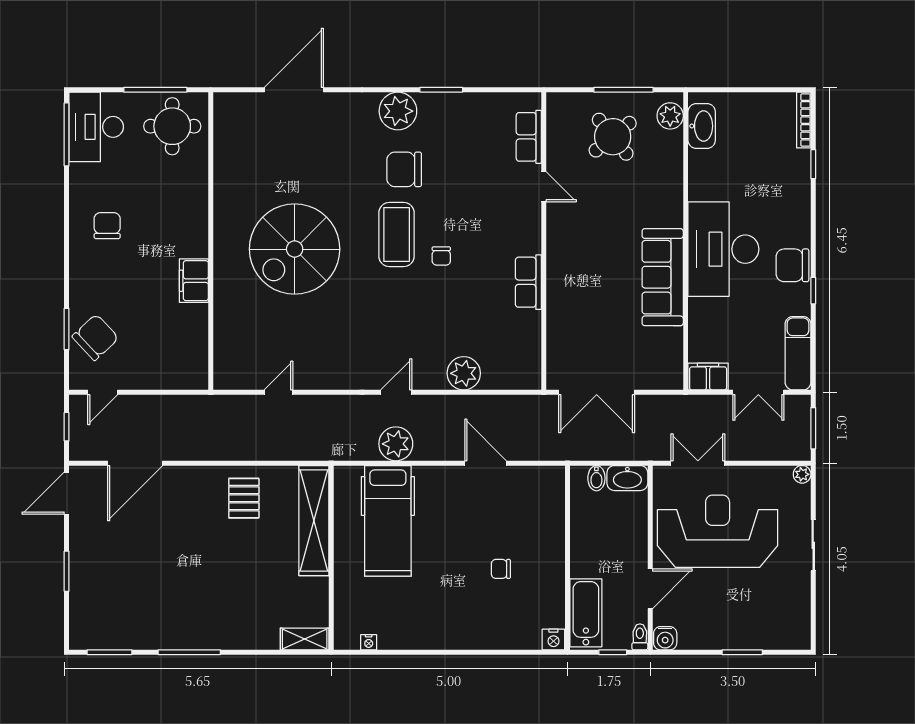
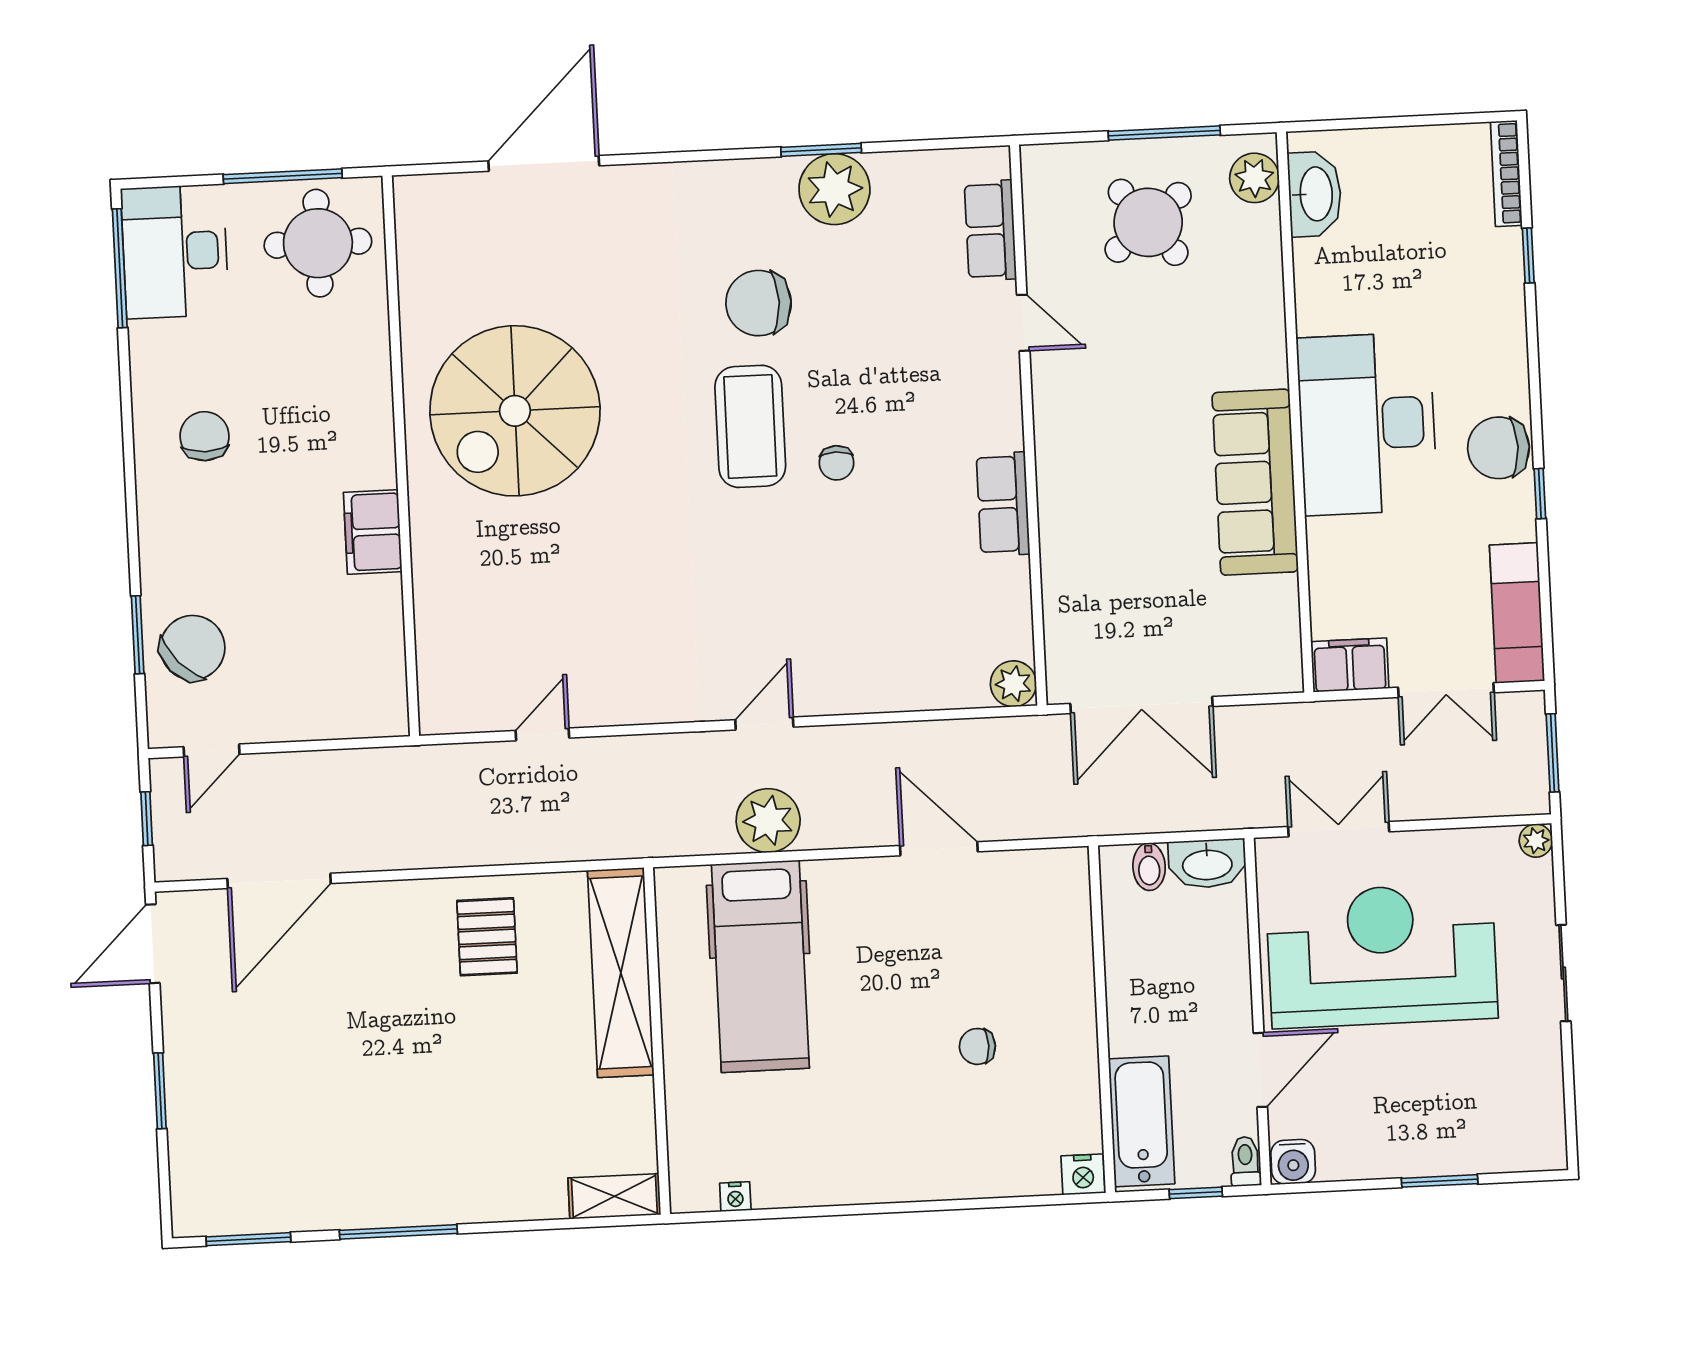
plant: (398, 111) -> (834, 189), moved
spiral stairs: (295, 249) -> (515, 411), moved
plant: (464, 373) -> (1013, 684), moved, width x0.73, depth x0.73

